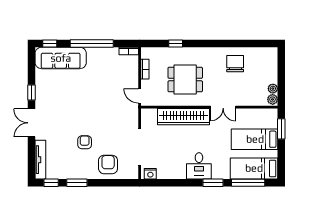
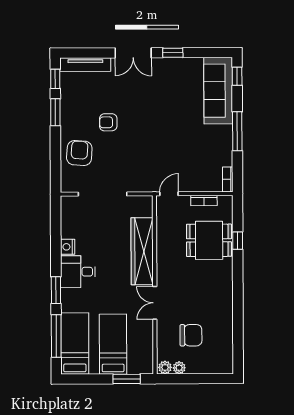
window: (92, 43) -> (237, 131), width x0.68
chair: (235, 64) -> (191, 335), moved
dining table: (185, 80) -> (209, 240), moved, turned 90
double door: (32, 123) -> (133, 53), swing flipped
armchair: (85, 142) -> (108, 122), turned 180
armchair: (108, 164) -> (79, 153), turned -86
nightstand: (150, 174) -> (68, 247), moved

